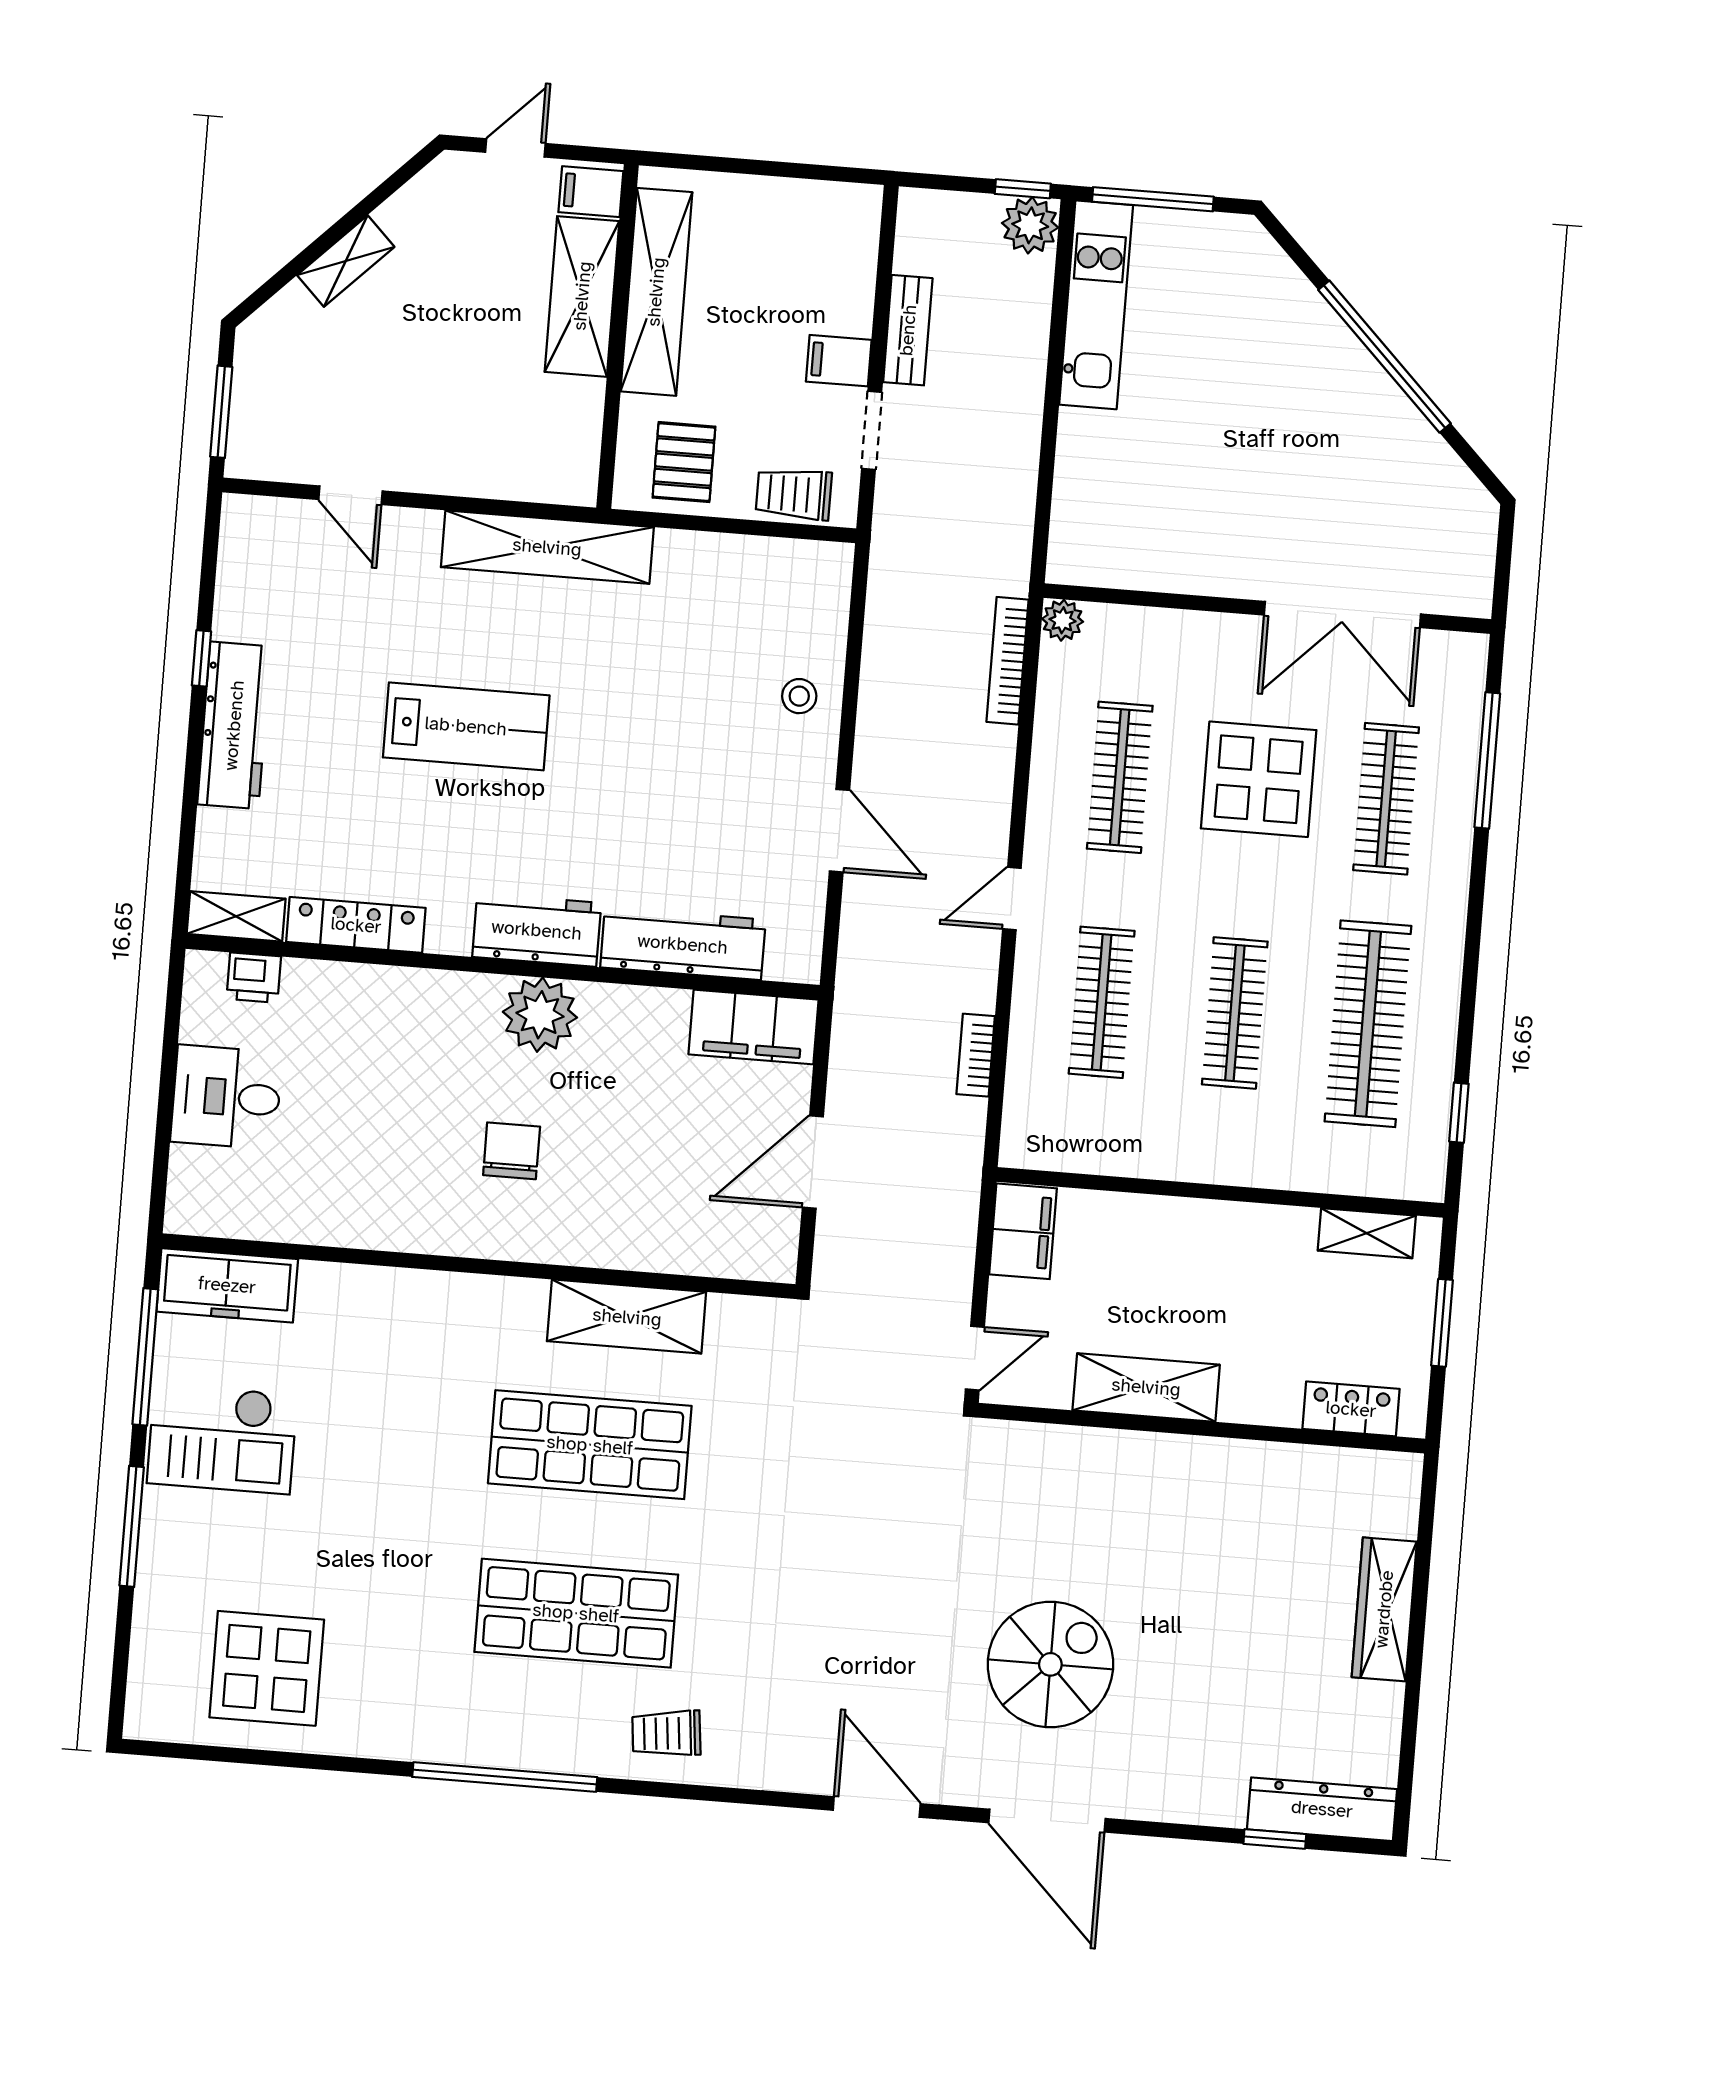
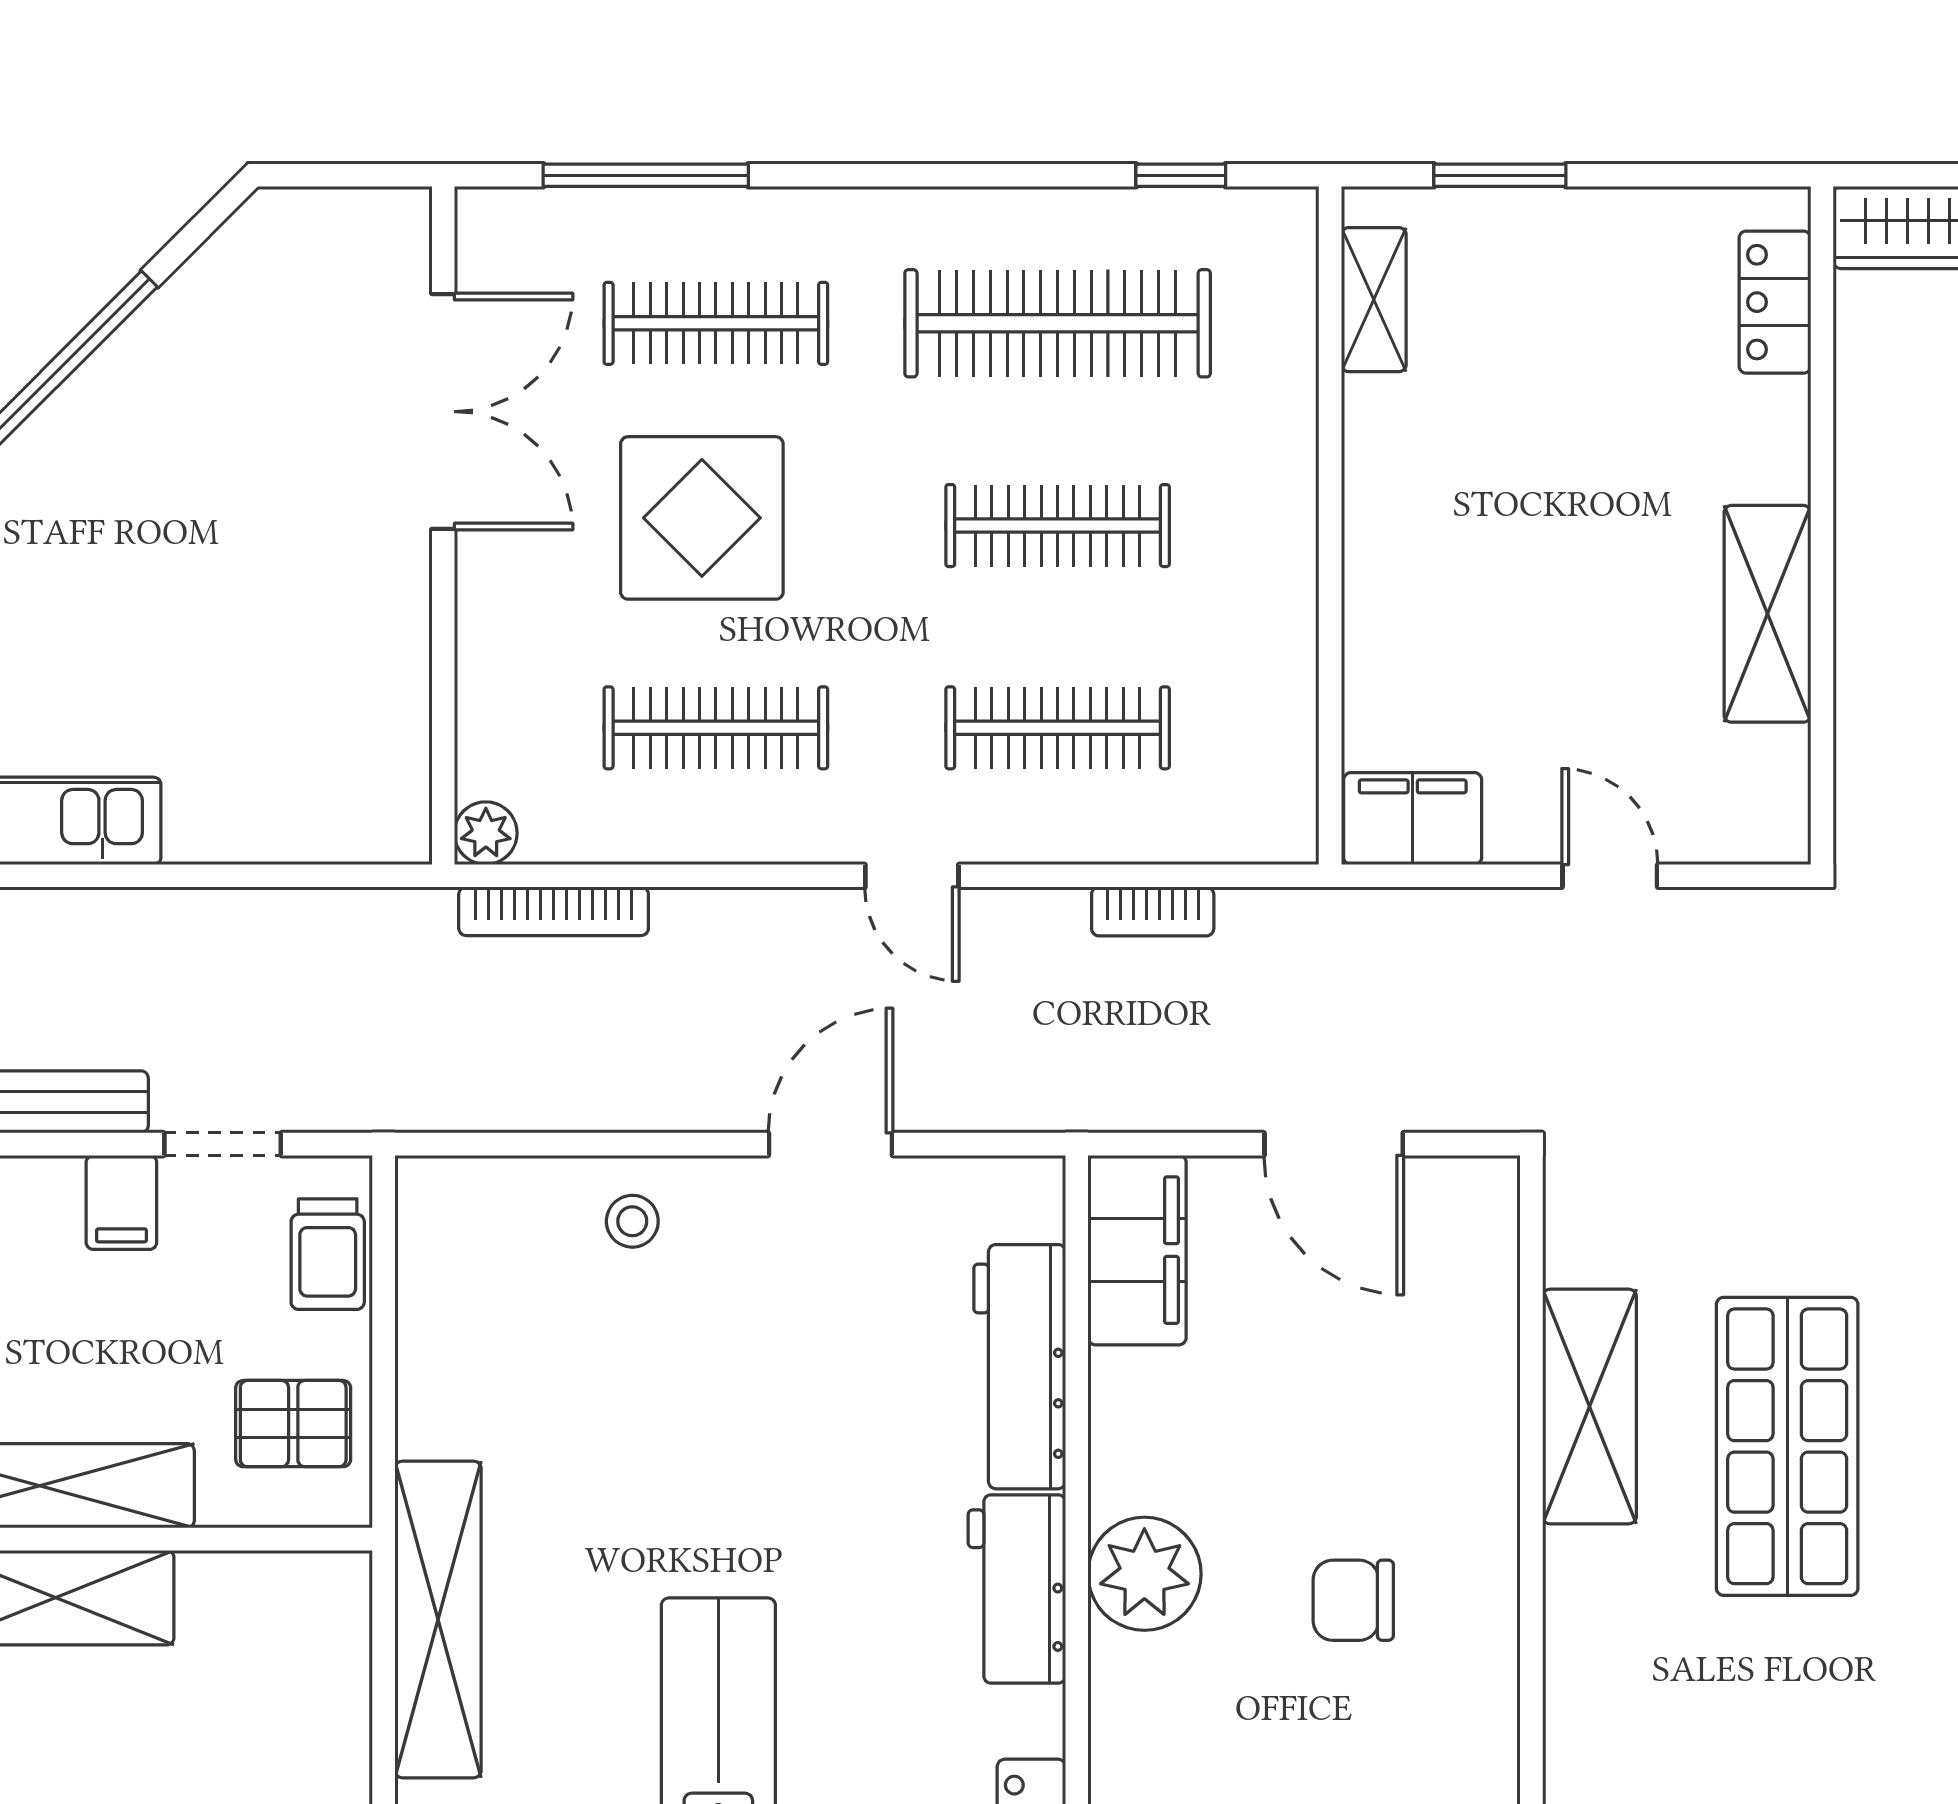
shelving: (1146, 1387) -> (1767, 614), moved
locker: (1351, 1409) -> (1775, 302), moved
wall: (1201, 1428) -> (1822, 526), moved

